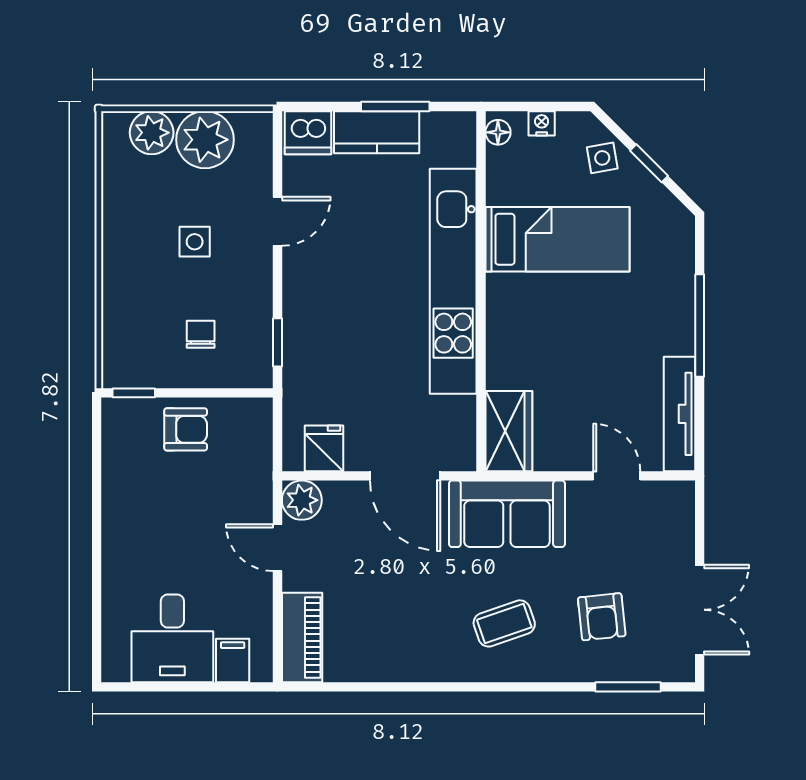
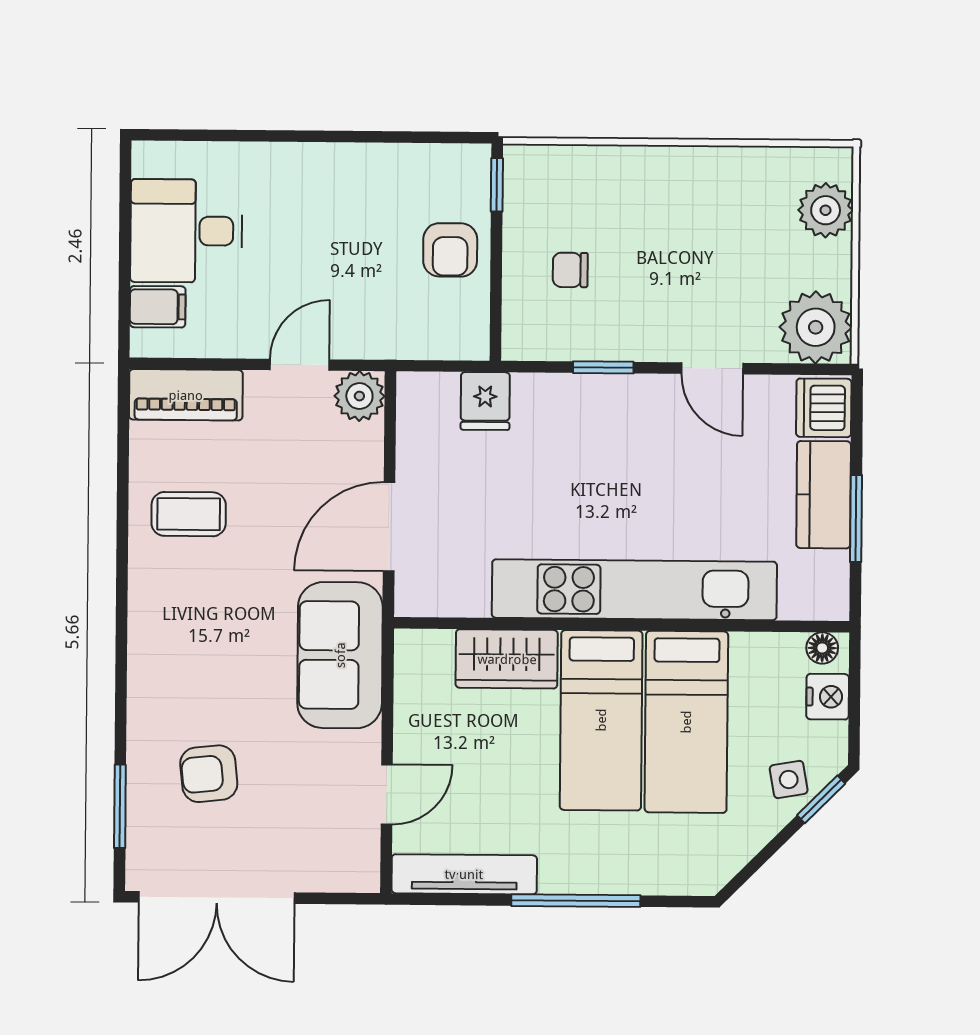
nightstand: (542, 123) -> (828, 697), width x1.39, depth x1.35
plant: (205, 140) -> (816, 327), moved
window: (649, 163) -> (821, 799), moved
side table: (195, 242) -> (687, 263), removed
bed: (557, 307) -> (601, 720), added
chair: (201, 334) -> (570, 270), turned 180
window: (277, 342) -> (603, 367), moved
wardrobe: (509, 431) -> (507, 659), moved
fridge: (324, 448) -> (485, 401), moved, turned 90
double door: (700, 610) -> (217, 897), width x1.37
coffee table: (504, 623) -> (189, 514), moved, turned -71

